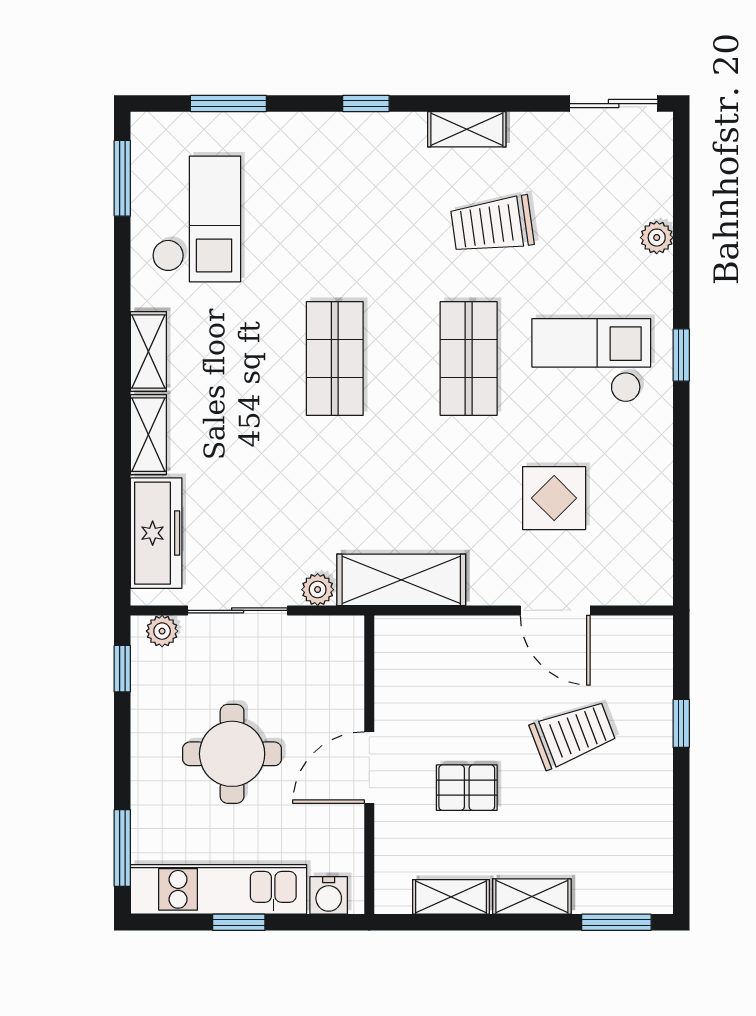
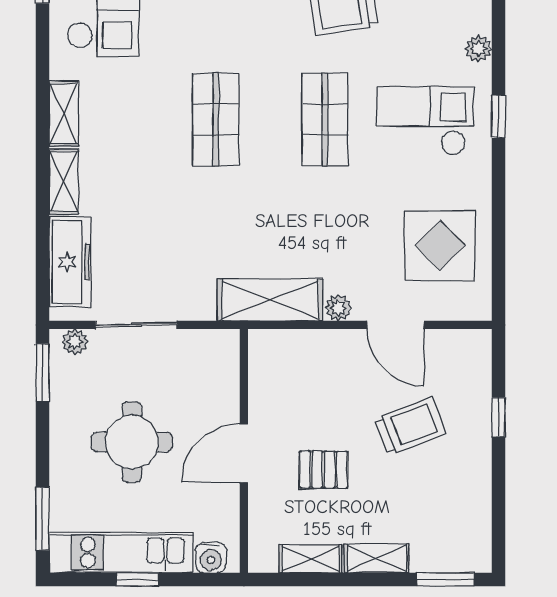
plant: (657, 238) -> (478, 49), moved
display table: (554, 498) -> (440, 246), moved, width x1.36, depth x1.36
plant: (318, 590) -> (338, 308), moved
window: (122, 669) -> (42, 372), width x1.50

